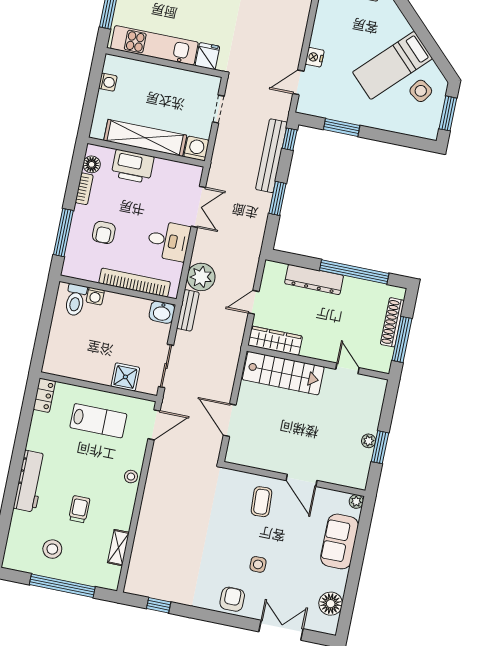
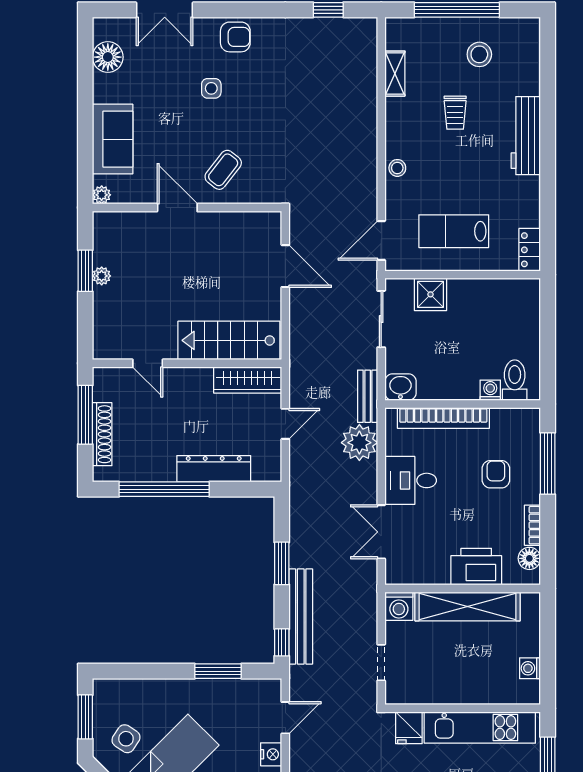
coffee table: (261, 502) -> (223, 170), turned 41
armchair: (232, 599) -> (235, 37), turned -90

